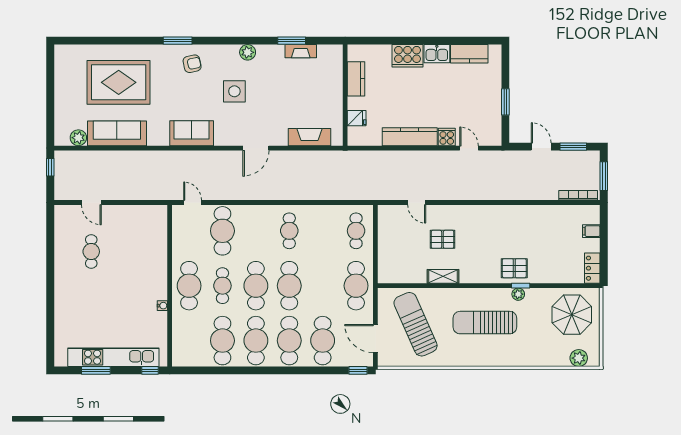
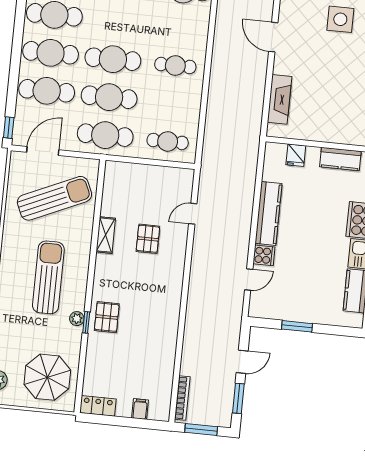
cafe table: (256, 286) -> (109, 97), moved

